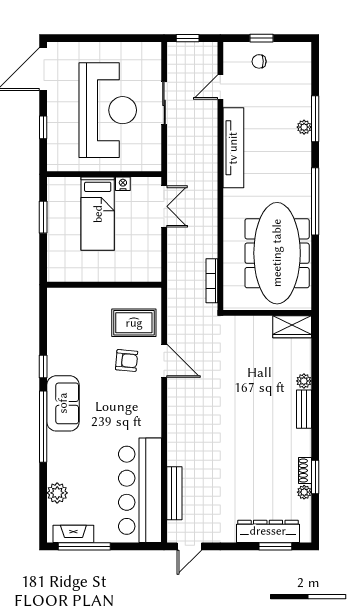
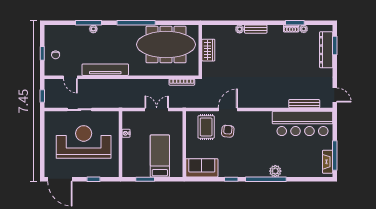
double door: (164, 206) -> (157, 110), moved
bed: (98, 214) -> (160, 156), moved, turned -90
wardrobe: (292, 327) -> (208, 50), moved
sofa: (63, 403) -> (202, 168), moved
plant: (57, 493) -> (275, 171), moved

